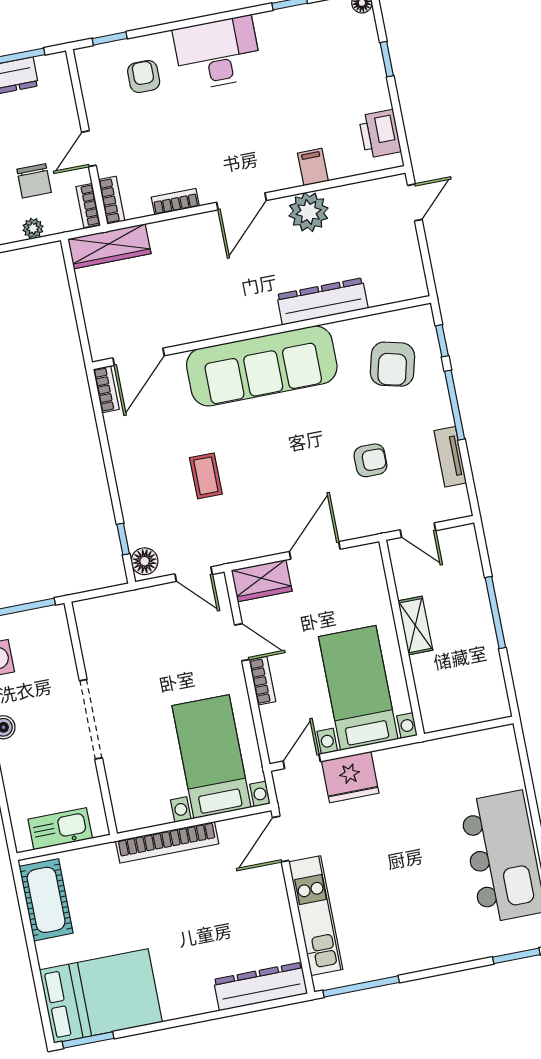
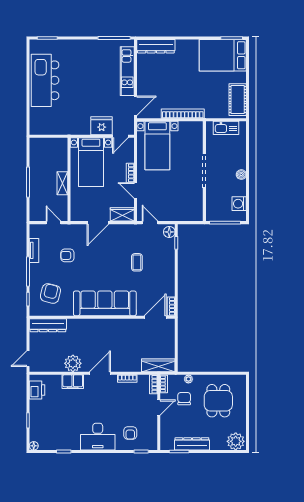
filing cabinet: (313, 167) -> (73, 382), width x2.00
dresser: (322, 301) -> (48, 325), moved

